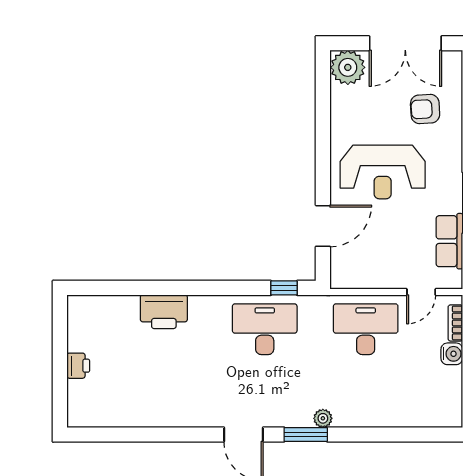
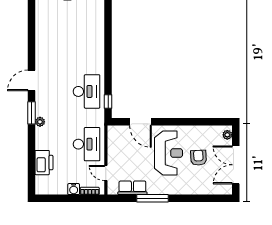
plant: (348, 67) -> (227, 135), width x0.53, depth x0.53
armchair: (425, 109) -> (198, 158), moved
reception desk: (383, 172) -> (169, 153), turned 180
printer: (164, 312) -> (44, 163), moved, turned 180

